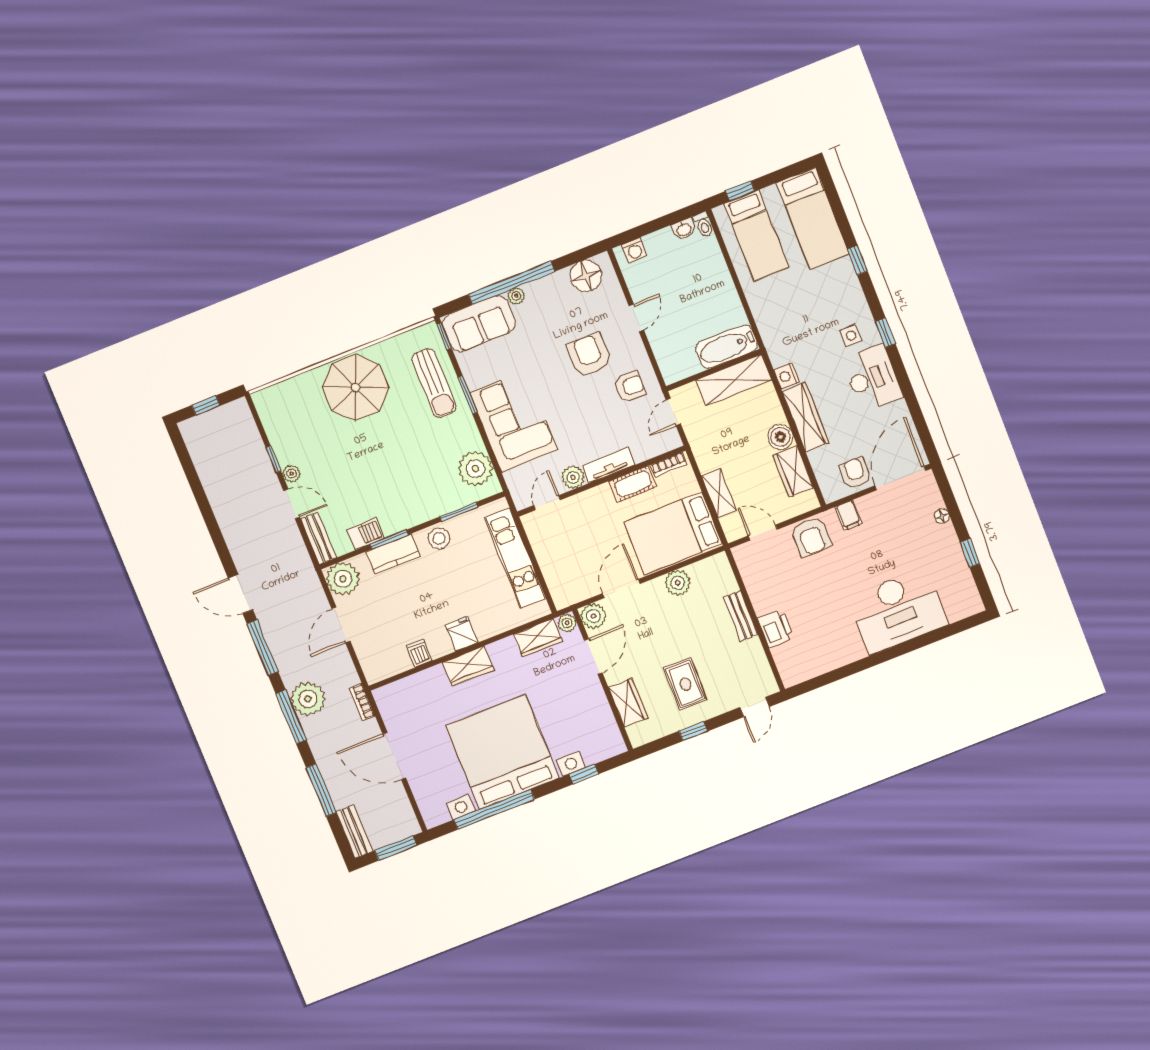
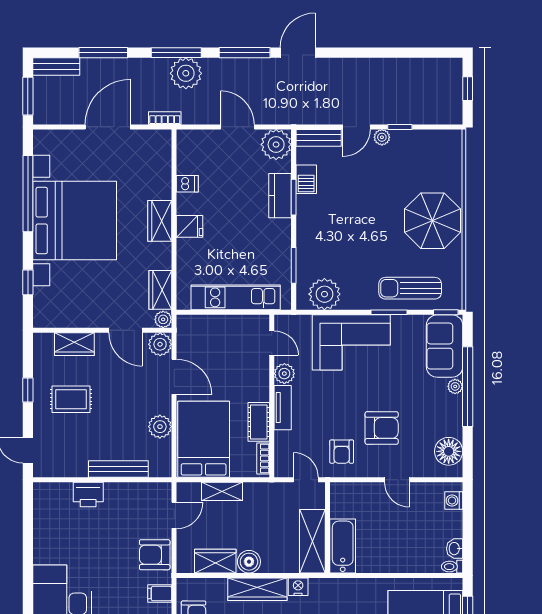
stool: (439, 538) -> (278, 240), removed
bench: (741, 616) -> (118, 469), width x1.36

